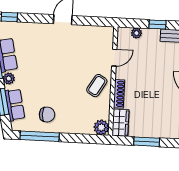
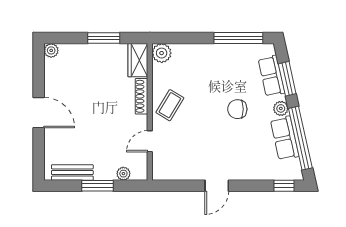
window: (158, 24) -> (98, 186), width x1.50
chair: (47, 115) -> (237, 109), moved

